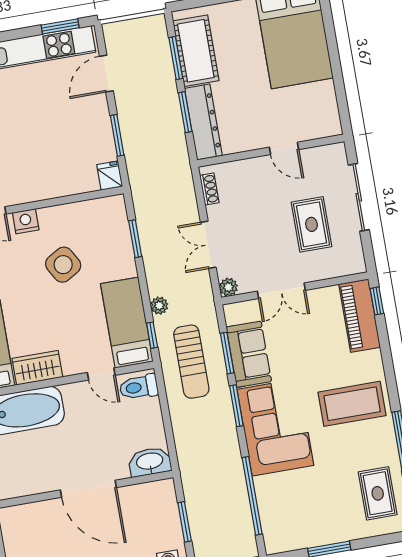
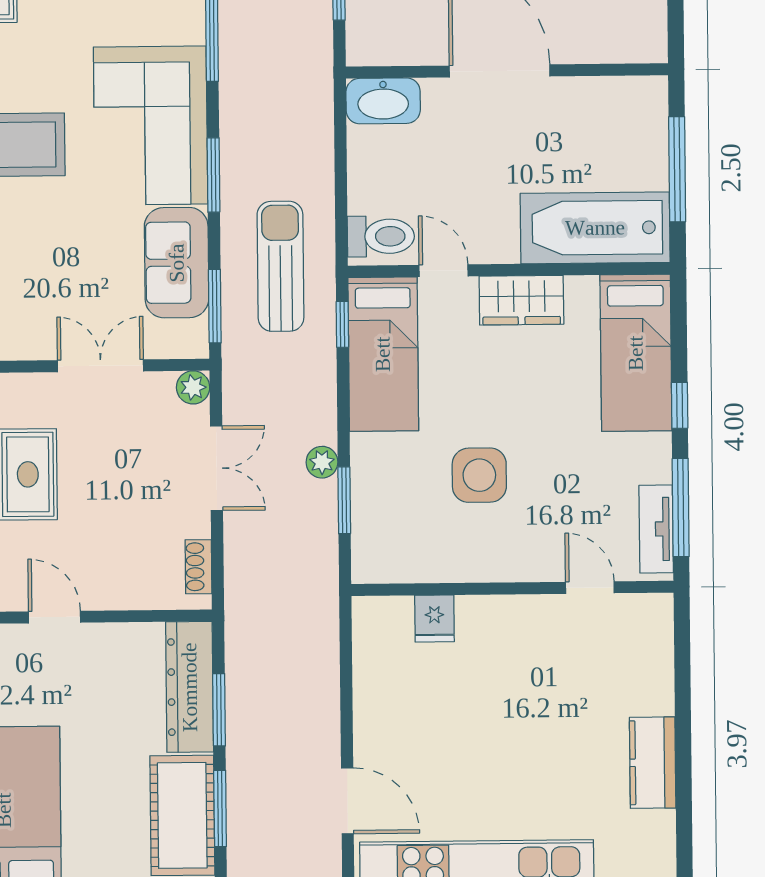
door: (106, 74) -> (347, 801), hinge flipped
window: (117, 135) -> (346, 688), removed
fridge: (110, 176) -> (434, 618), moved
nightstand: (26, 221) -> (533, 563), removed
side table: (63, 265) -> (479, 475), turned 30
plant: (159, 306) -> (322, 462), moved
window: (227, 353) -> (215, 306), moved
wardrobe: (37, 368) -> (521, 300), moved

